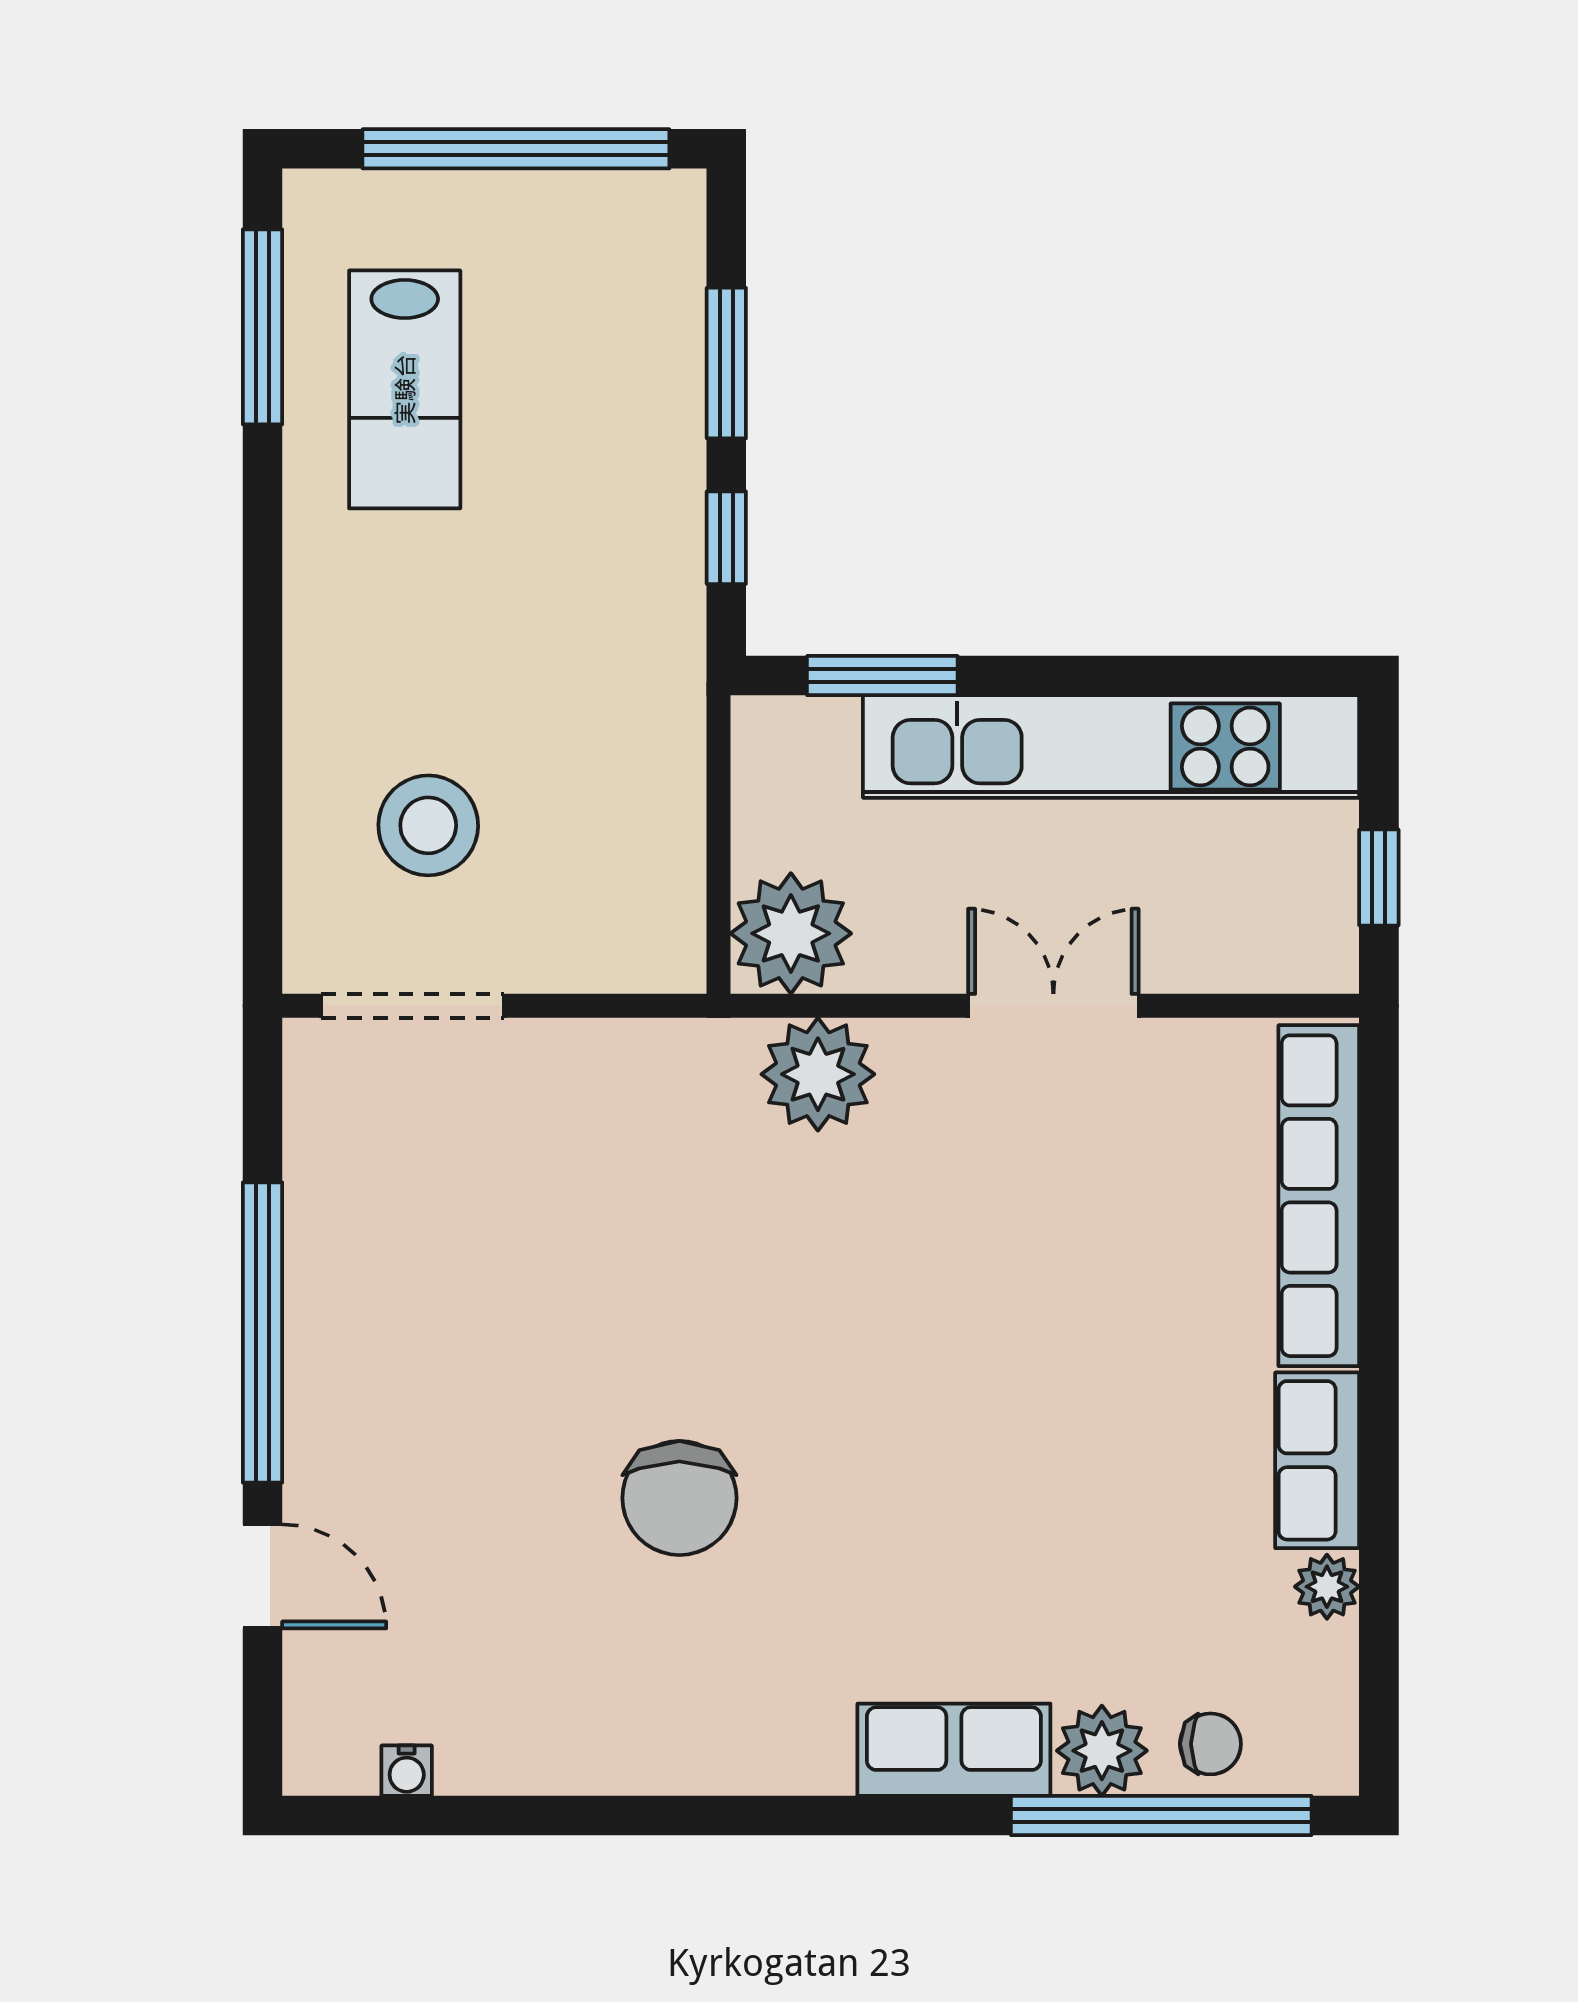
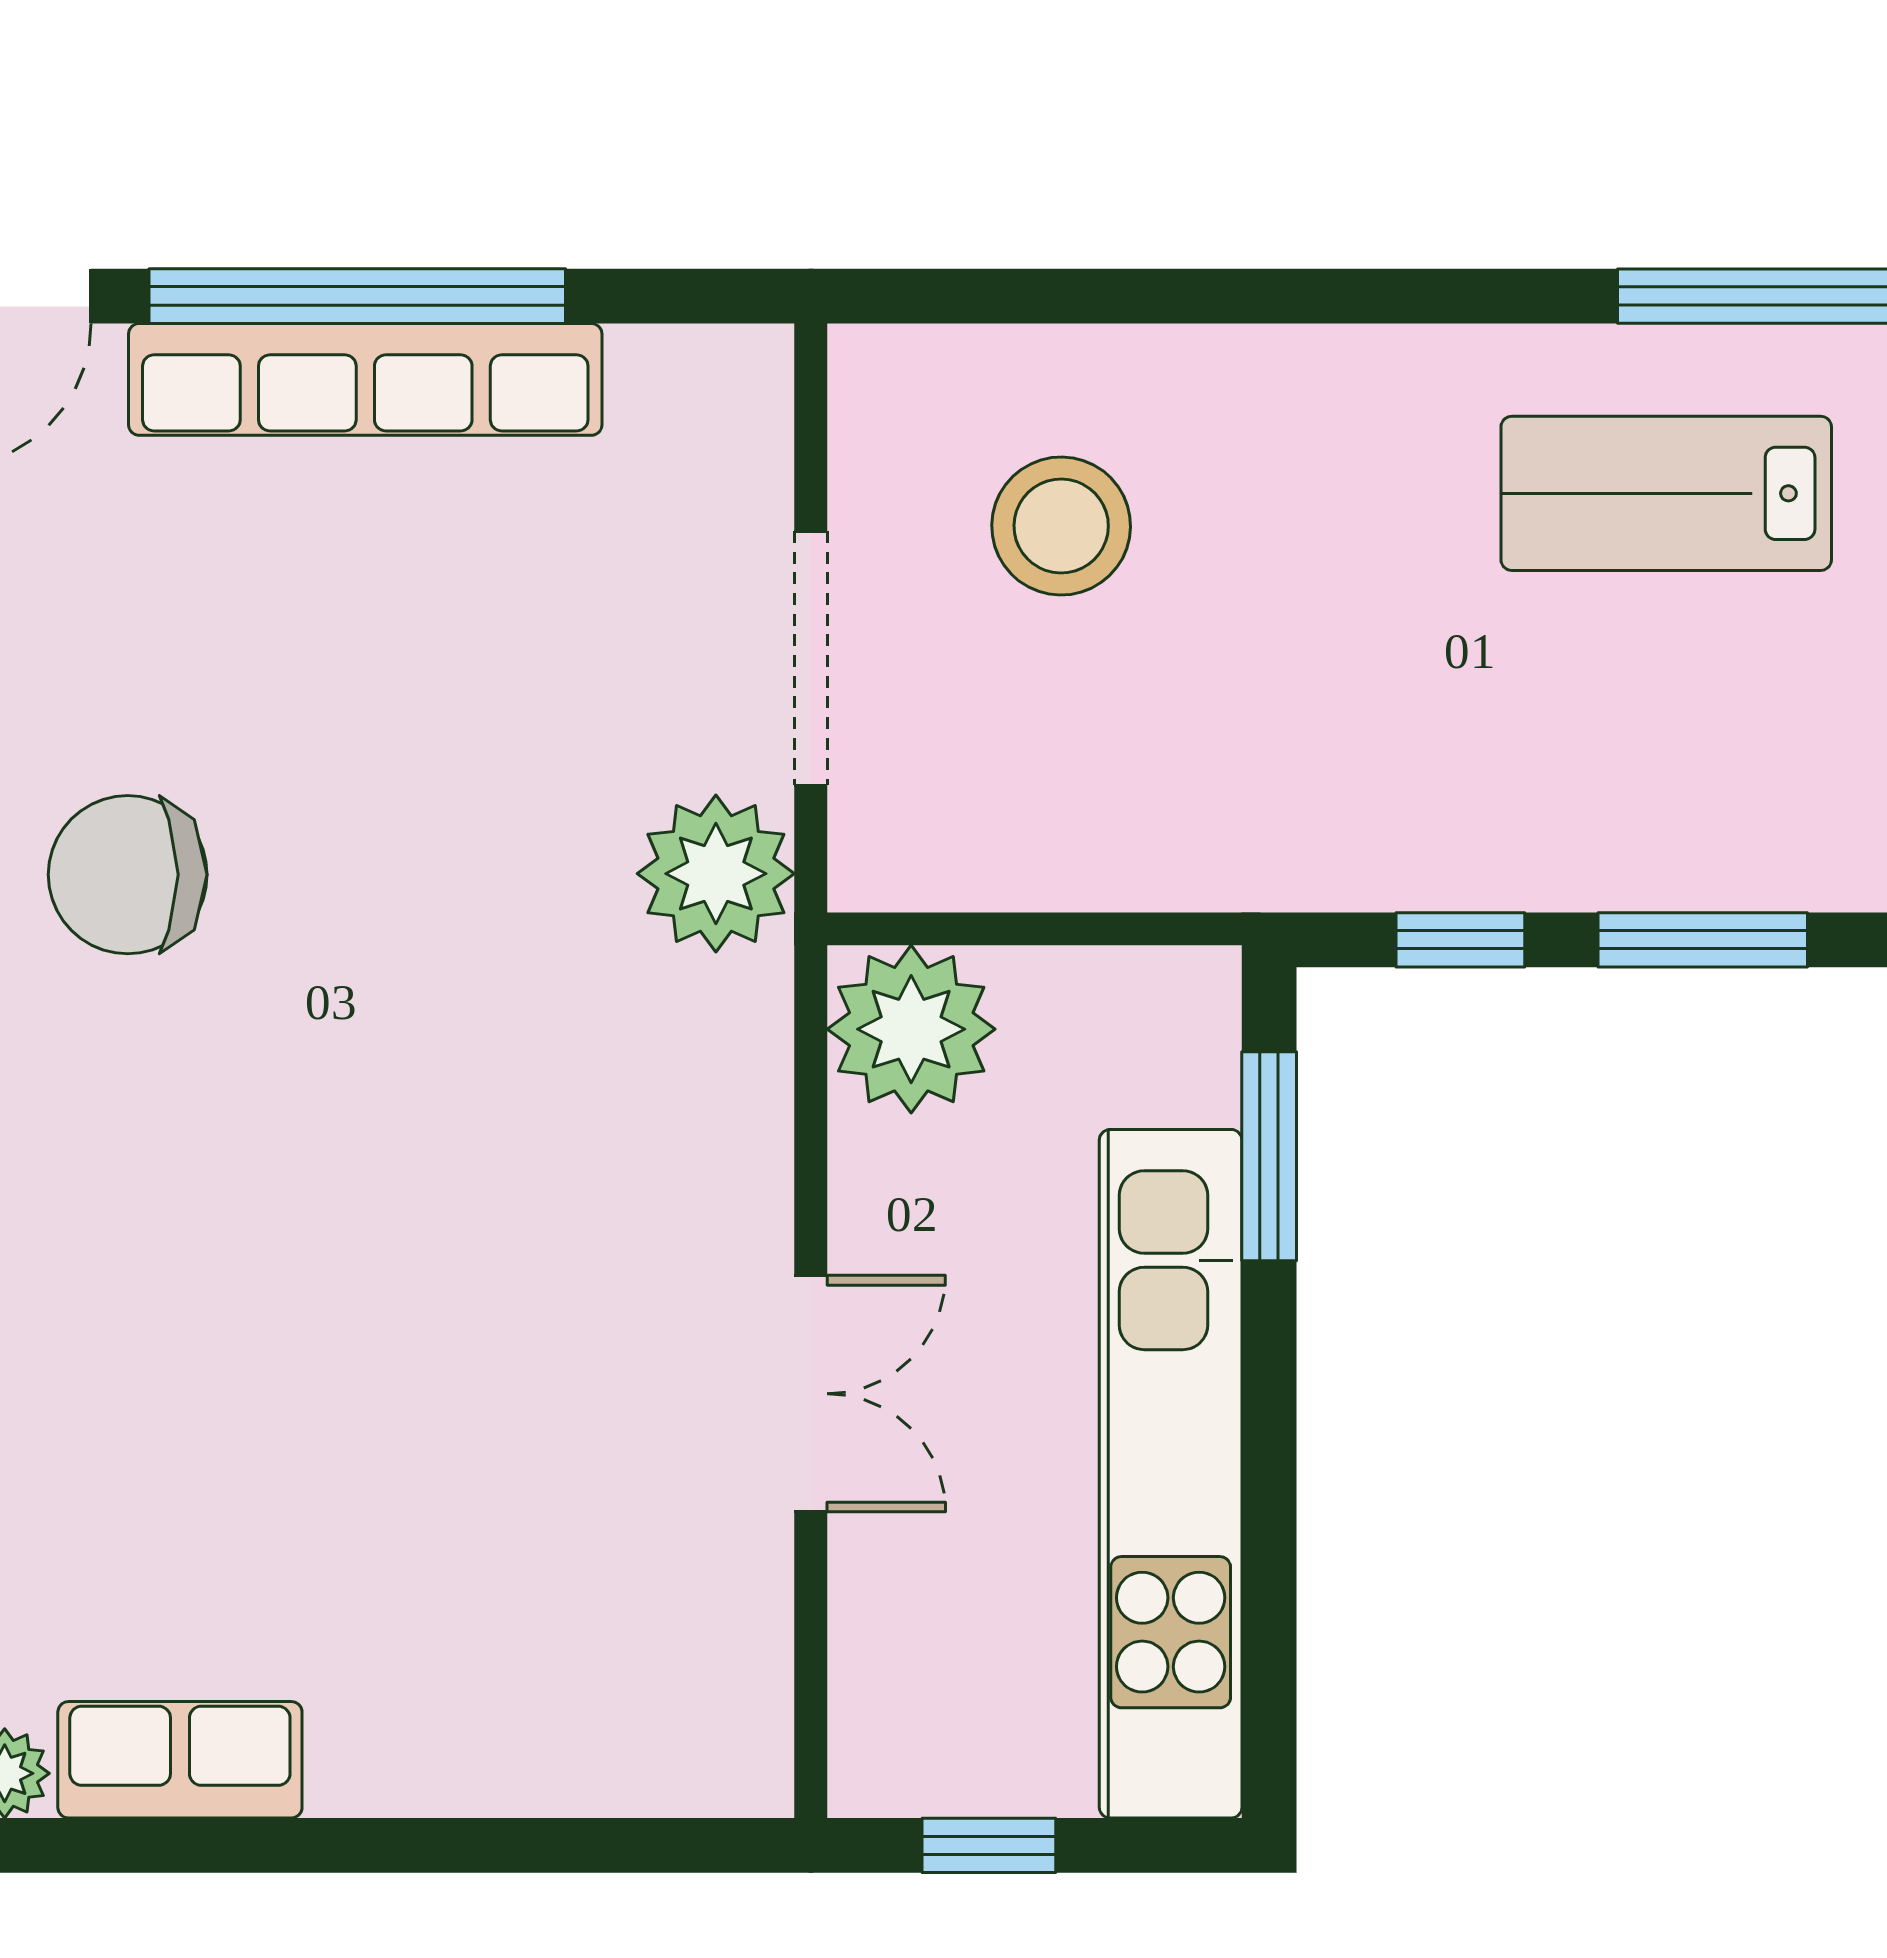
doorway: (413, 1006) -> (811, 658), moved
plant: (818, 1074) -> (716, 874), moved
row of seats: (1319, 1196) -> (365, 379), moved, turned 180

